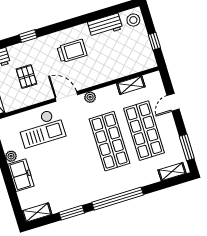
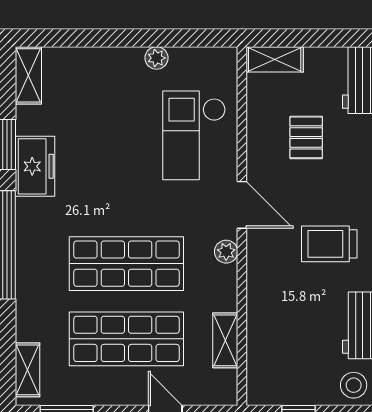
trolley: (72, 51) -> (329, 244), turned 90
pallet: (26, 77) -> (306, 137), turned 90
door: (66, 96) -> (242, 205), hinge flipped
freezer: (21, 175) -> (35, 166), moved, turned -90

